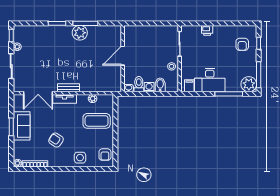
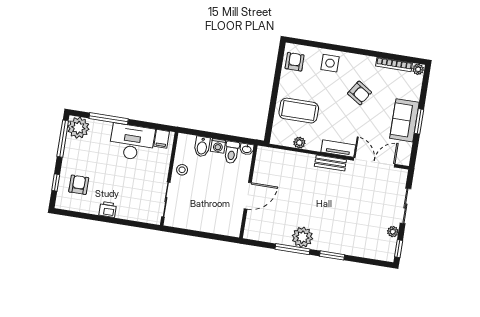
printer: (207, 30) -> (108, 209), moved

